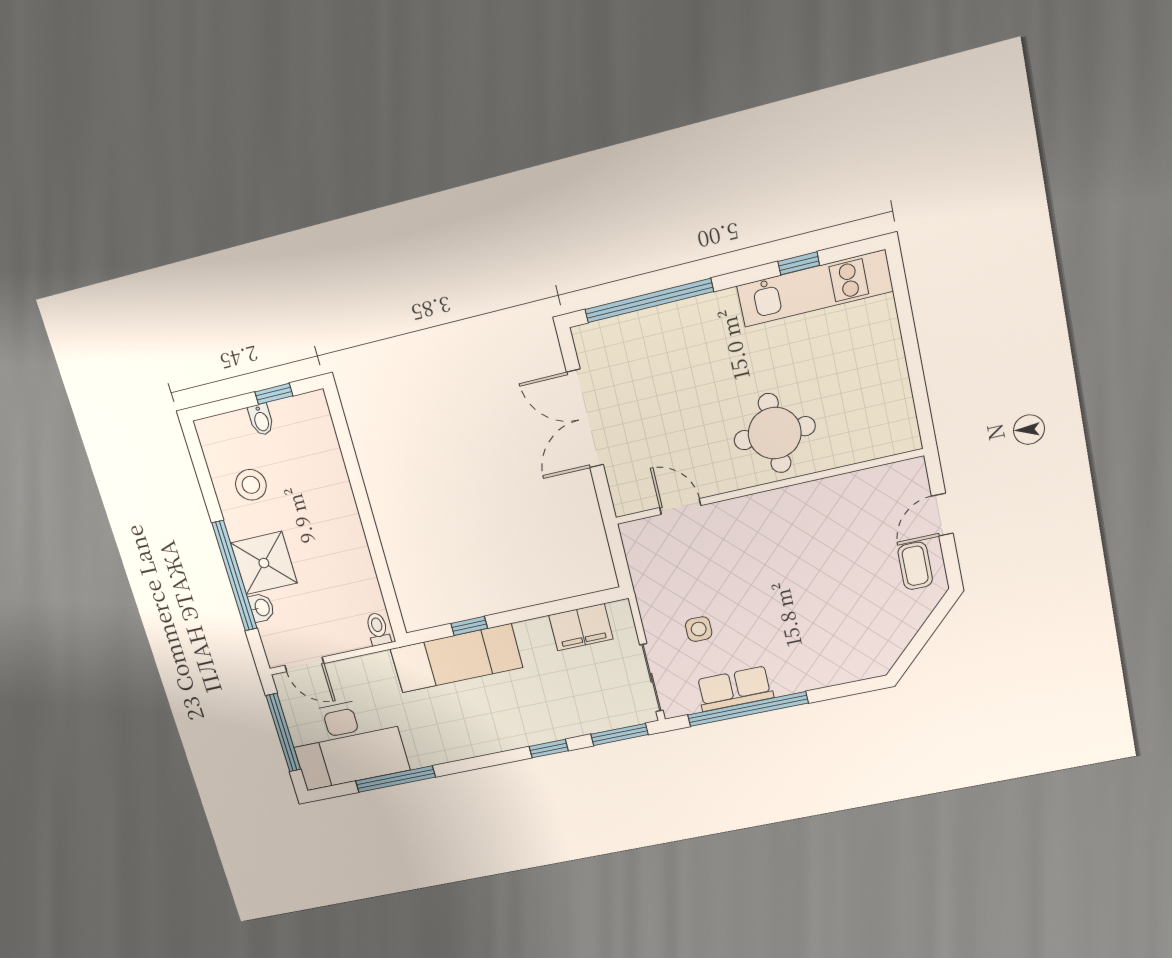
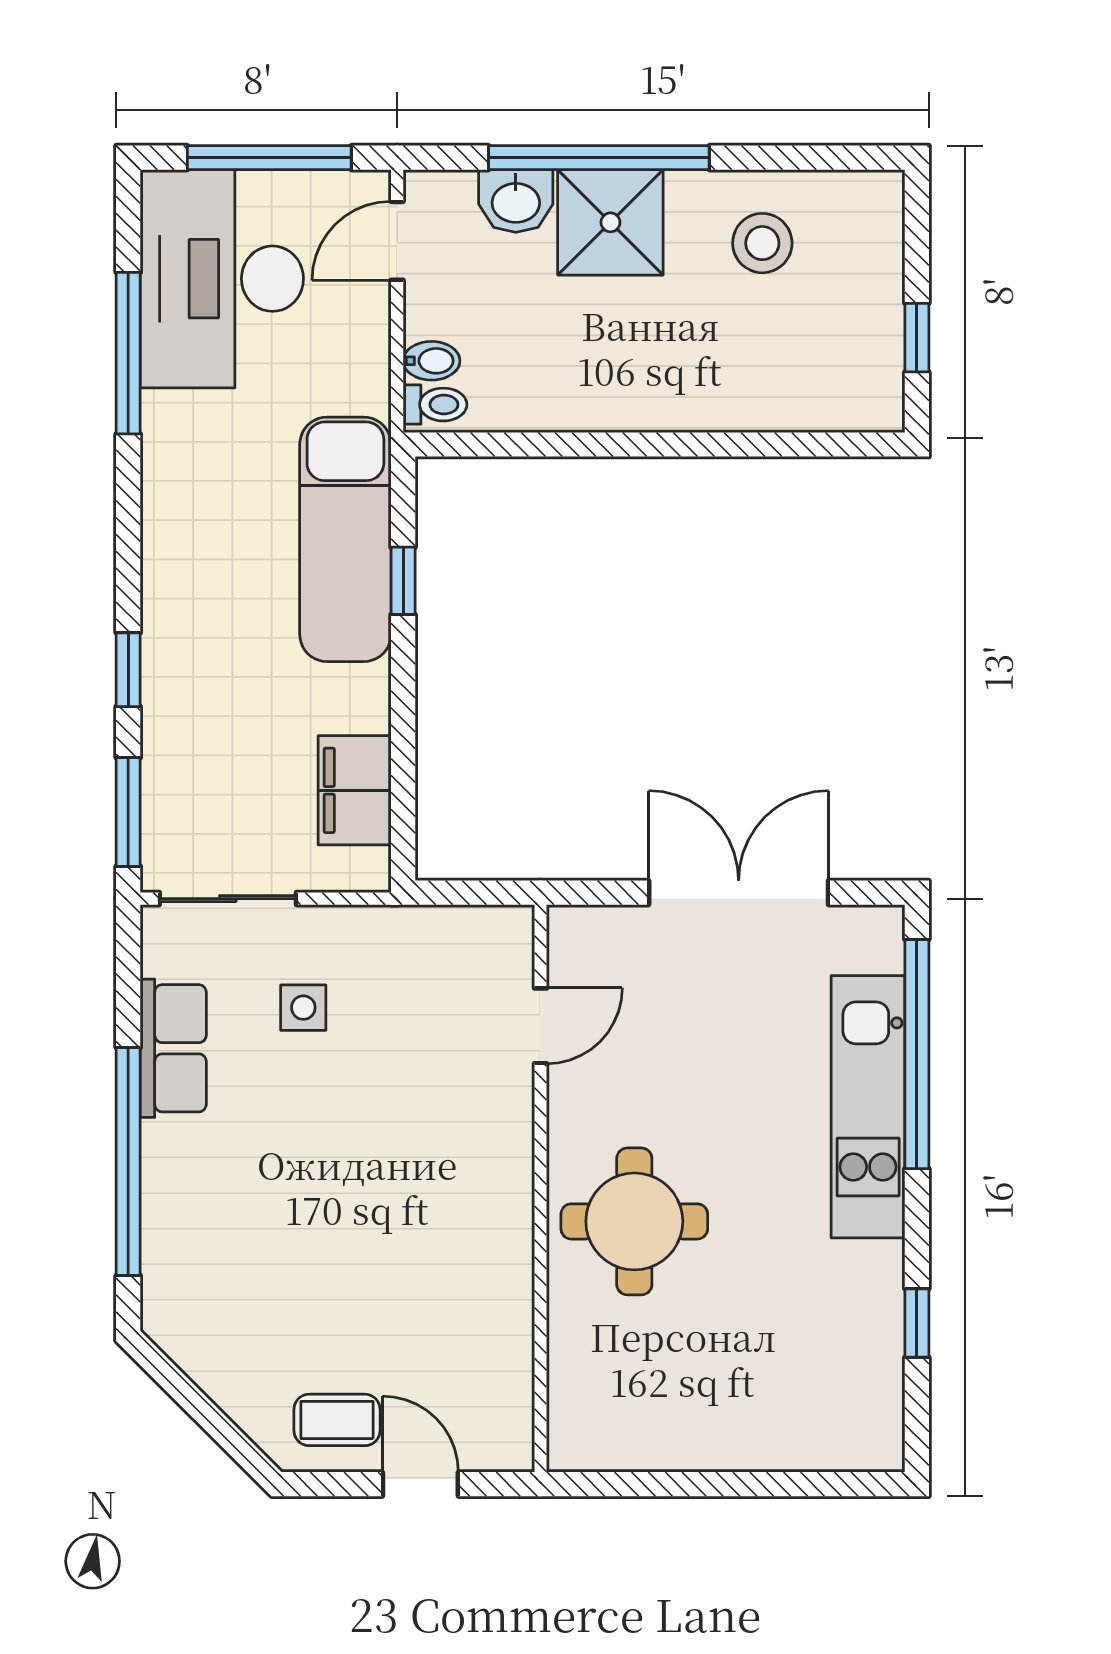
kitchen unit: (815, 289) -> (868, 1107), moved
bidet: (261, 420) -> (431, 361), moved, turned 180
washbasin: (262, 608) -> (516, 201), width x1.38, depth x1.45
window: (748, 709) -> (128, 1162), moved

